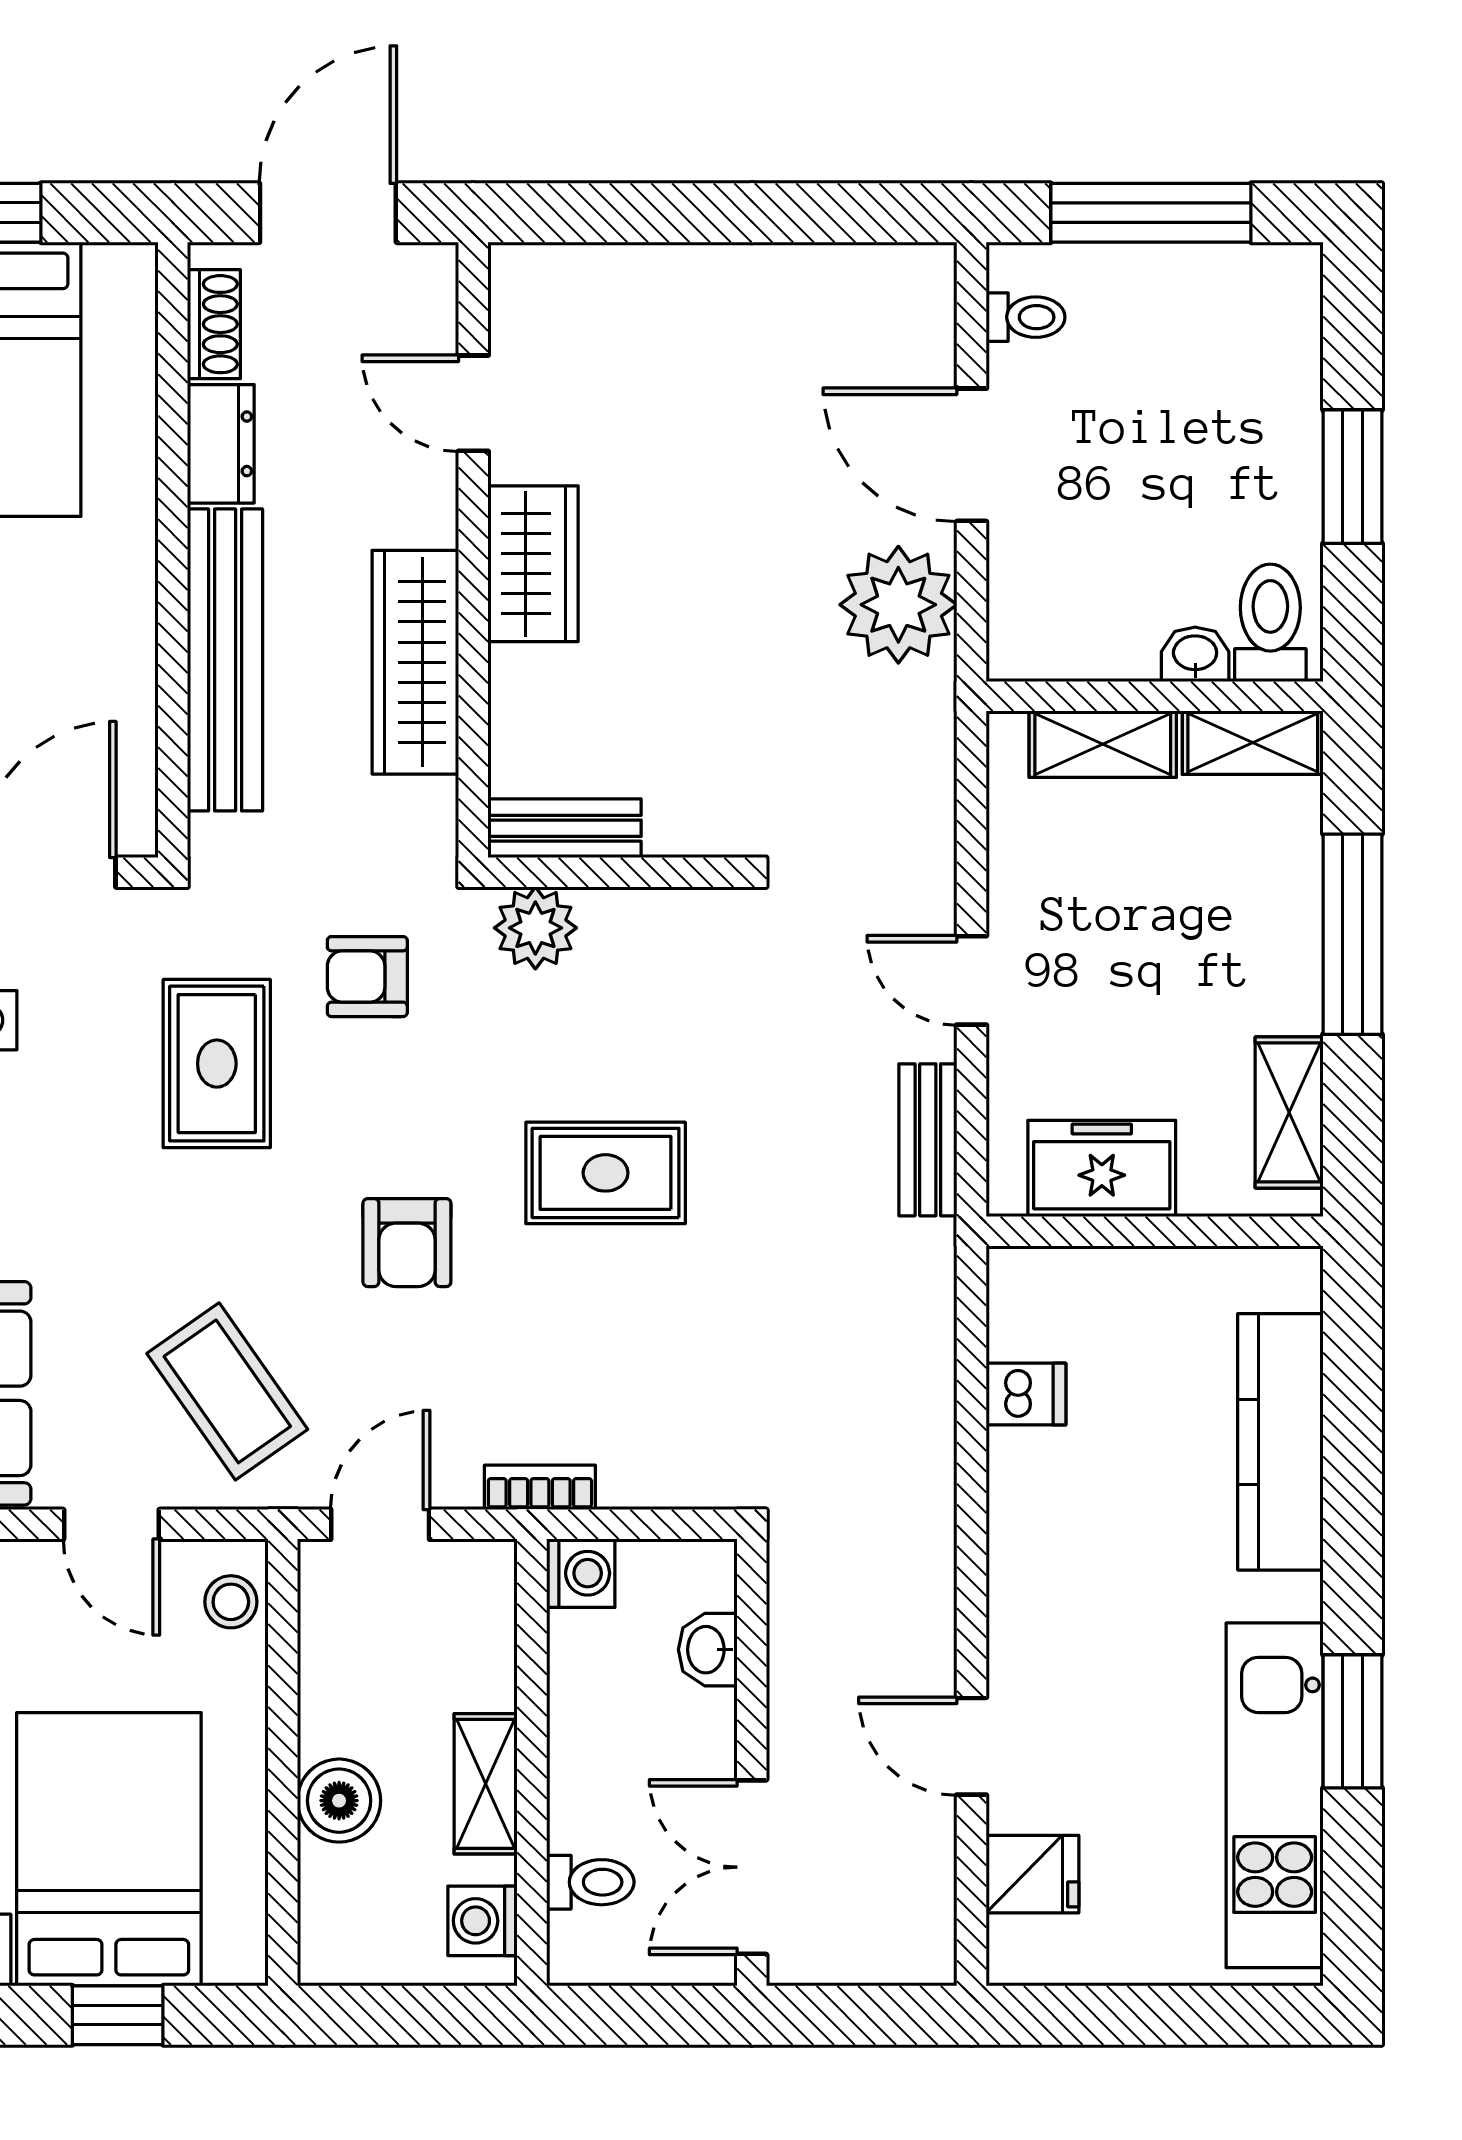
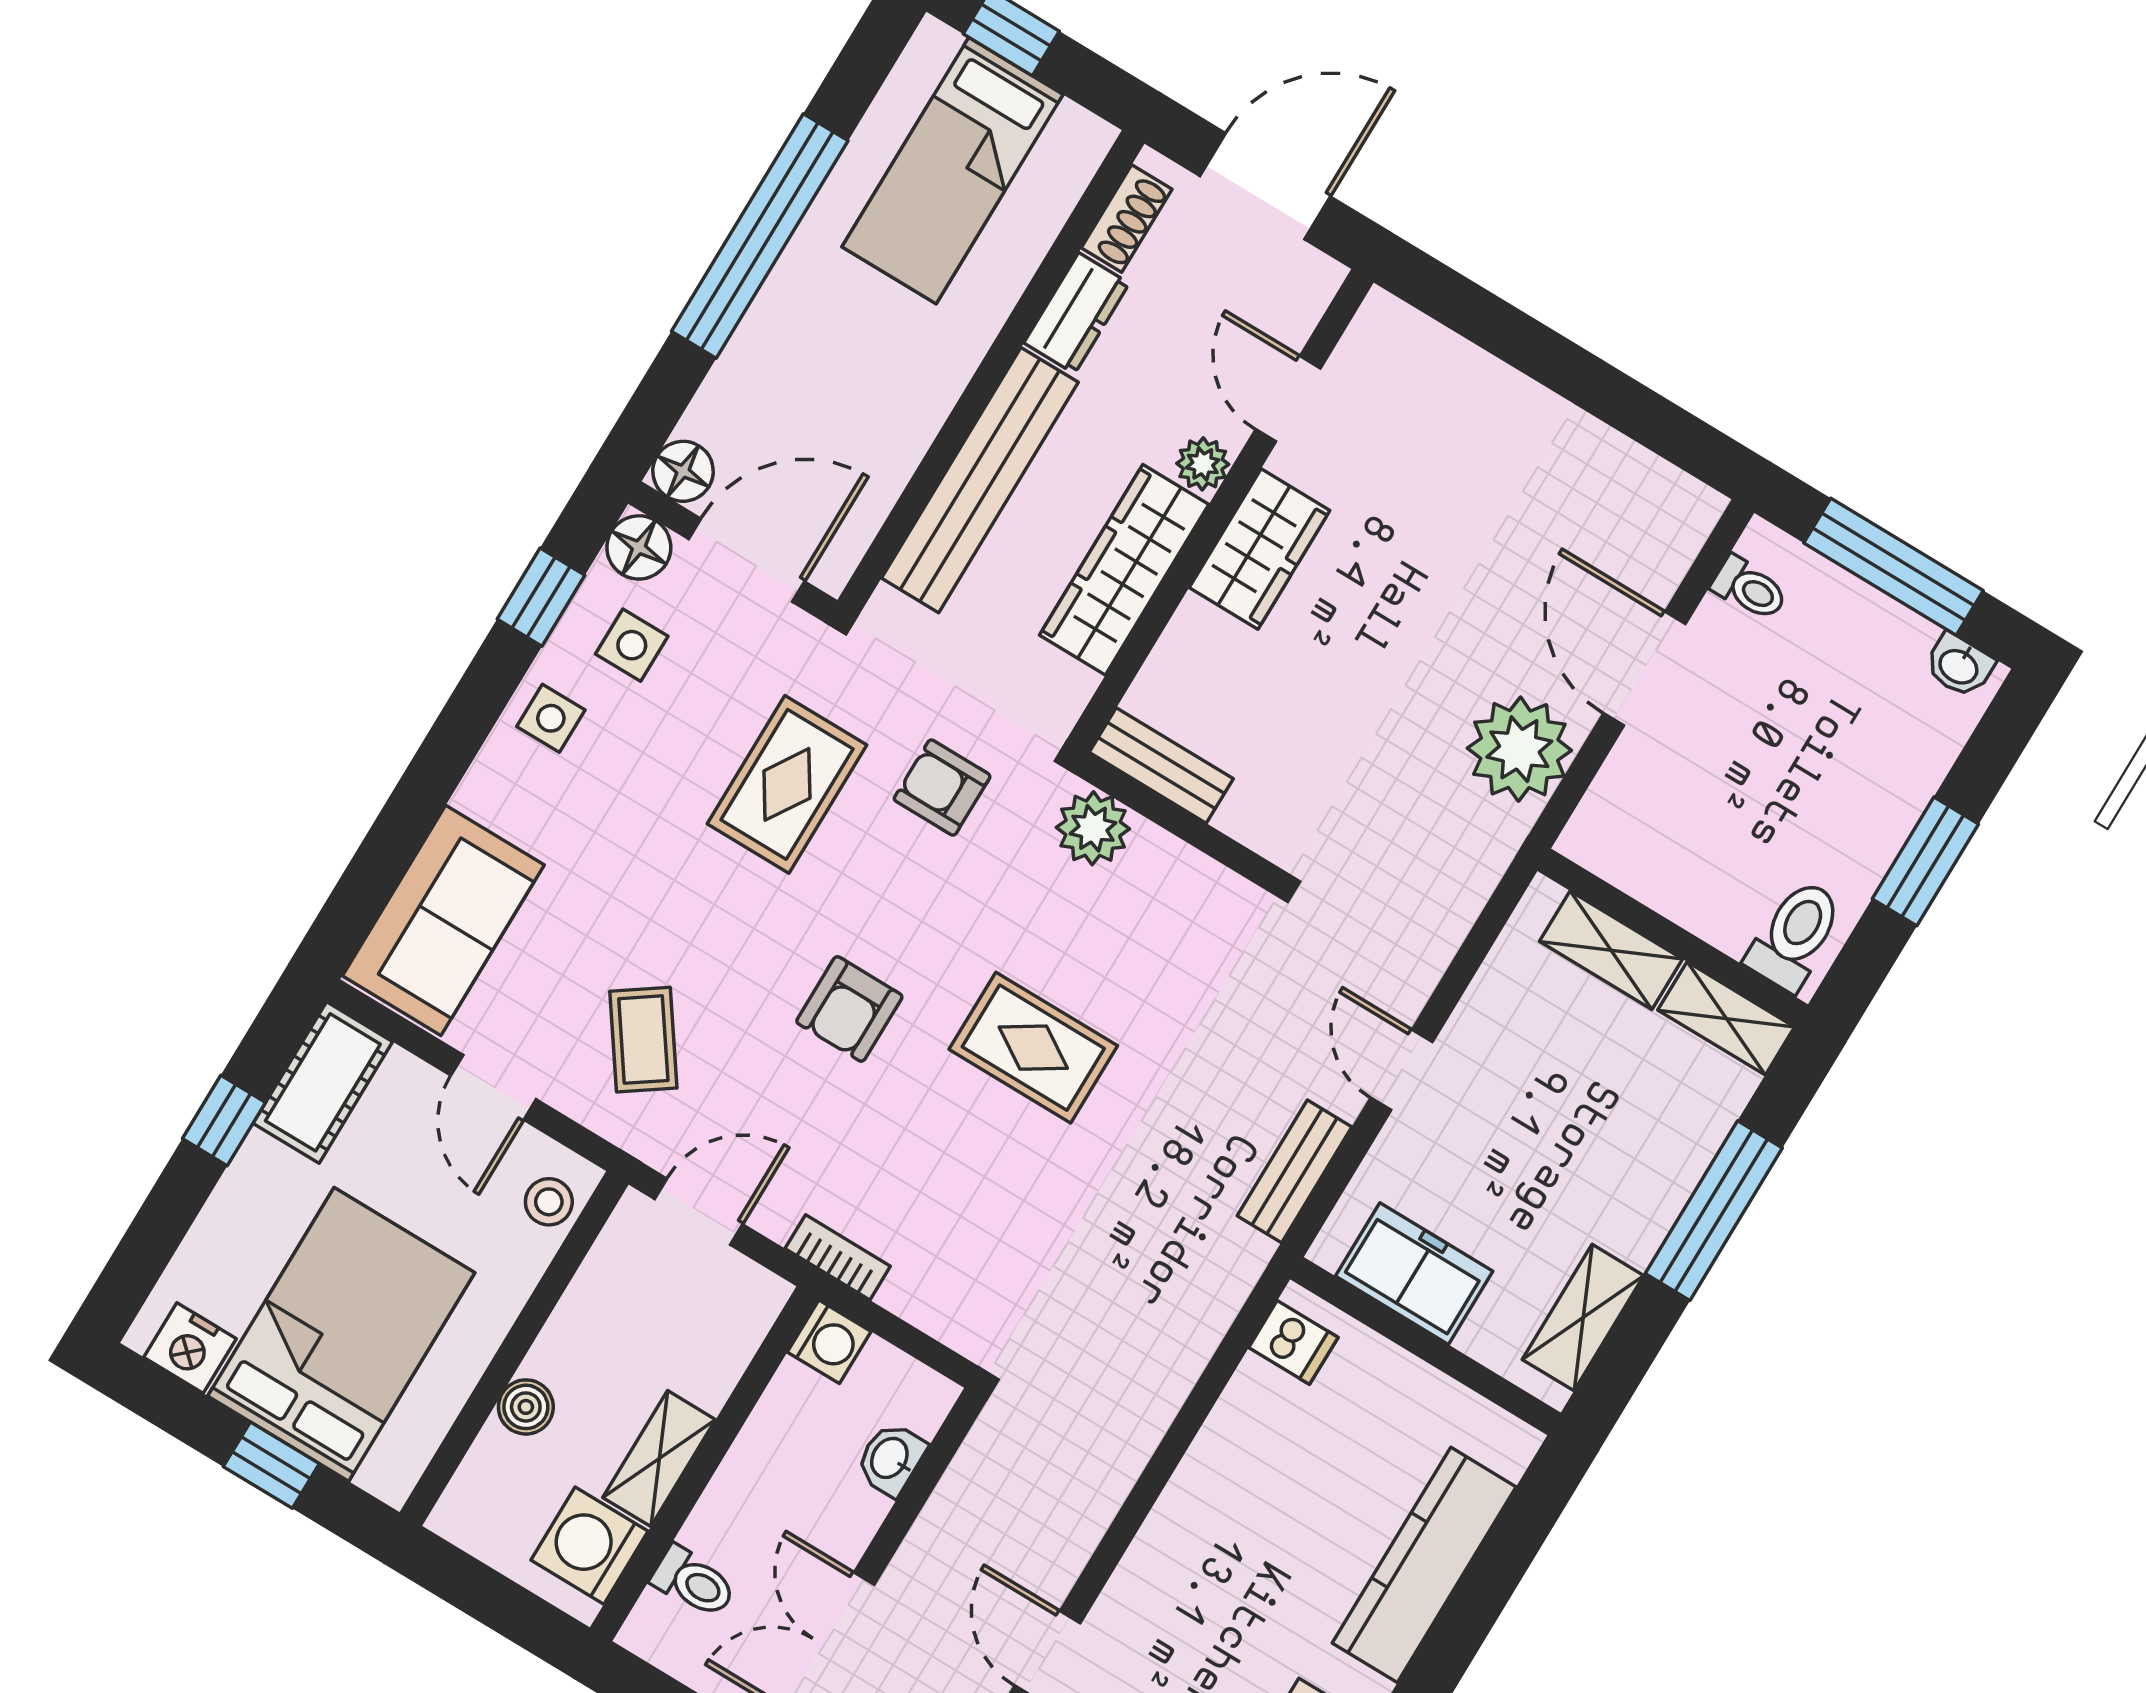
plant: (429, 515) -> (1203, 464), added
washbasin: (1195, 654) -> (1959, 666), moved, turned 180
coffee table: (227, 1391) -> (643, 1040), width x0.73, depth x0.77
dishwasher: (1026, 1394) -> (1293, 1342), moved
boiler: (339, 1801) -> (526, 1407), width x0.73, depth x0.73
washing machine: (482, 1921) -> (589, 1546), width x1.38, depth x1.38

